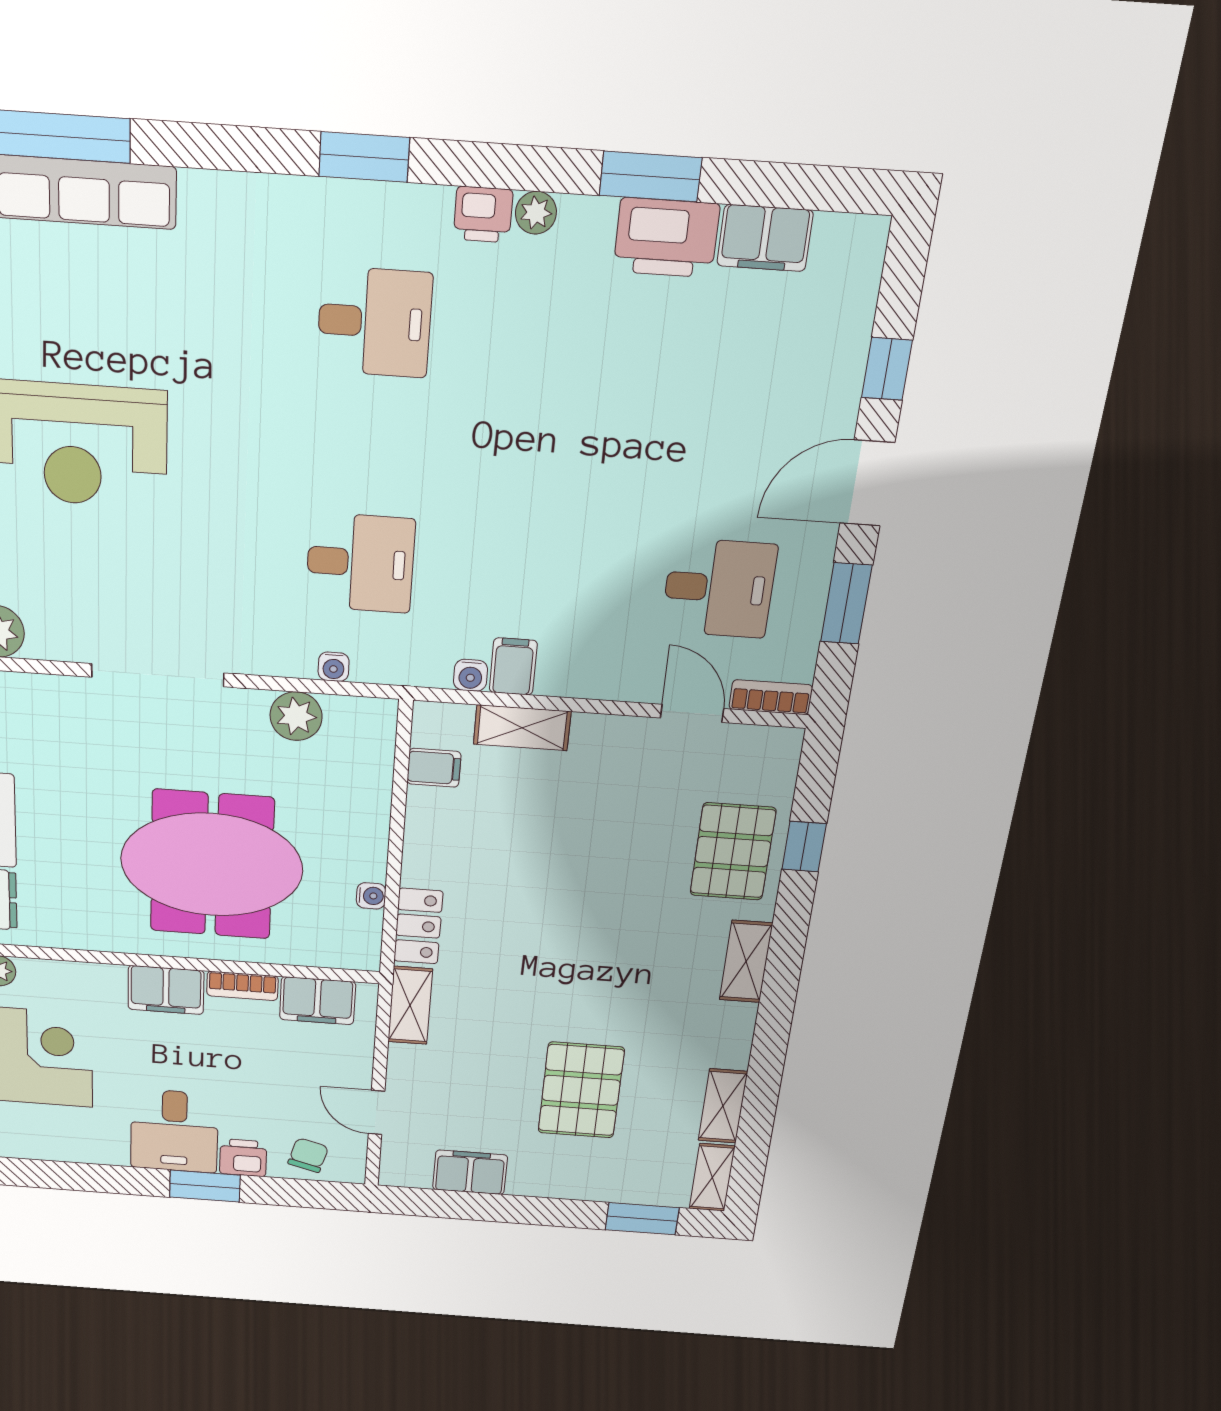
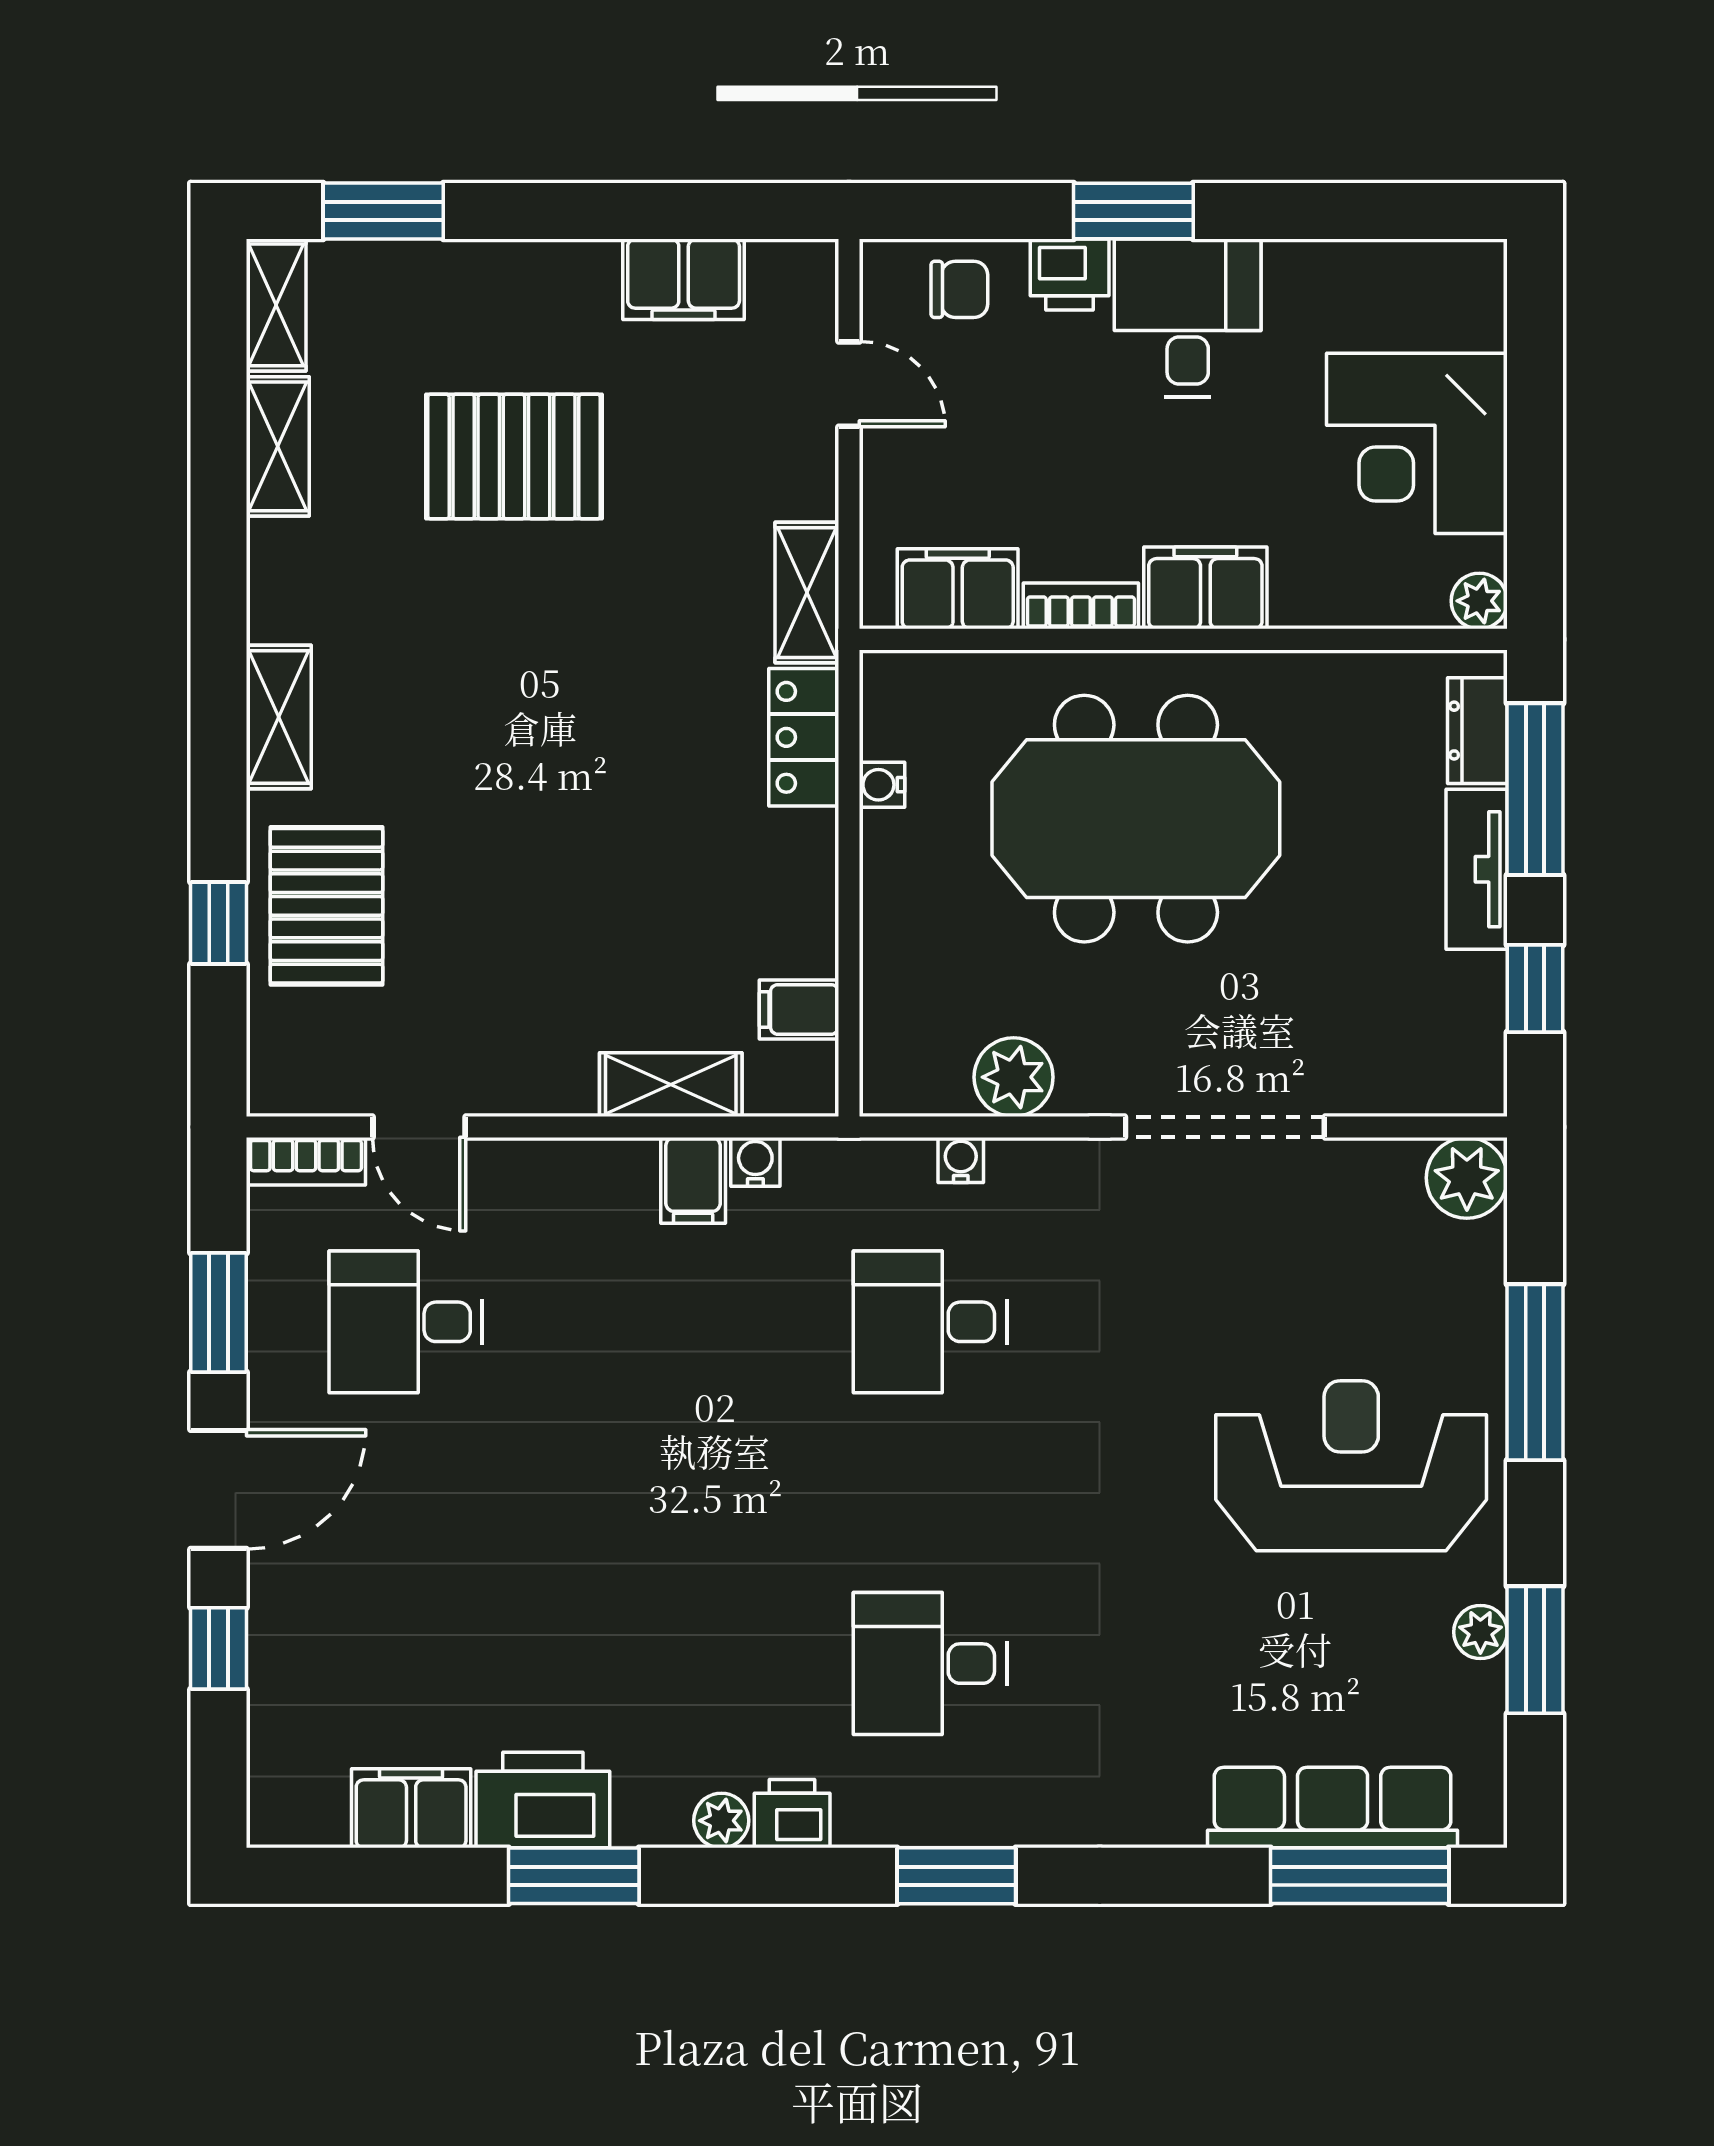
pallet: (581, 1090) -> (514, 457), turned 90
chair: (308, 1155) -> (959, 289), turned -105

